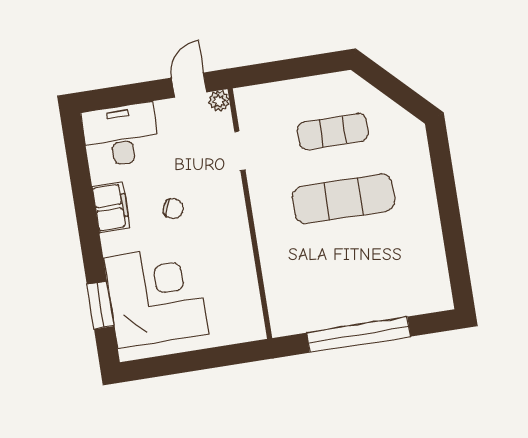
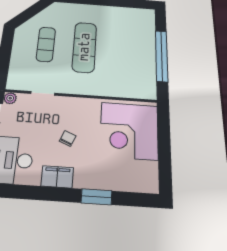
corner desk: (156, 296) -> (129, 131), moved, turned -90
window: (100, 305) -> (97, 197), moved

